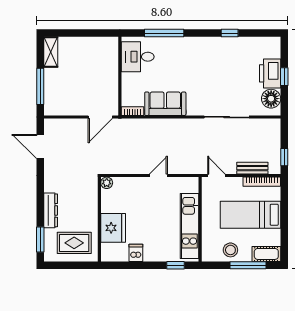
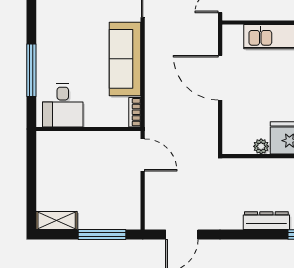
sofa: (165, 104) -> (125, 59), width x1.36
door: (158, 175) -> (220, 78), width x1.87
plant: (107, 183) -> (261, 146), moved

